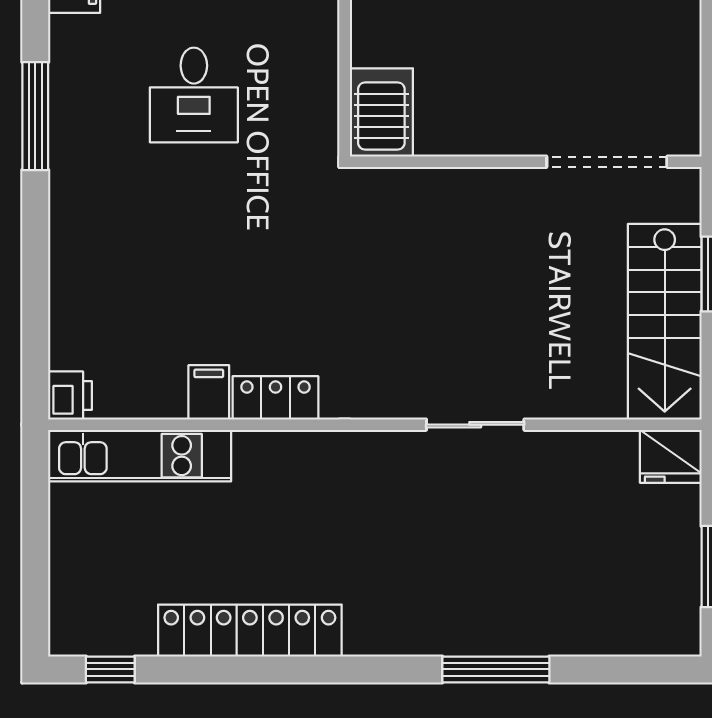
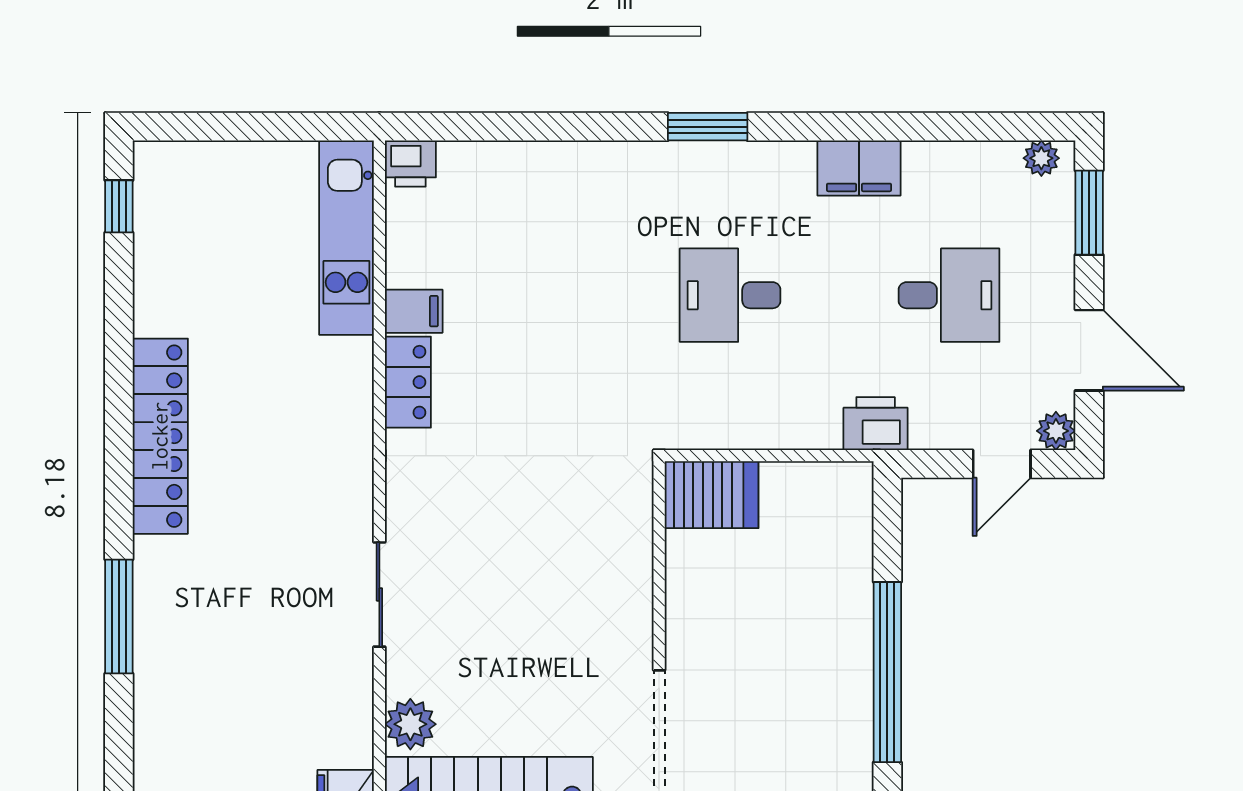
window: (35, 116) -> (708, 127), width x0.69
plant: (597, 396) -> (410, 724), added
locker: (250, 631) -> (160, 436), moved

